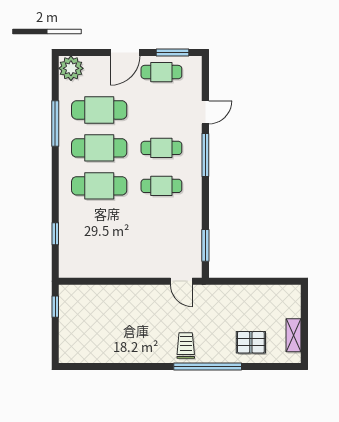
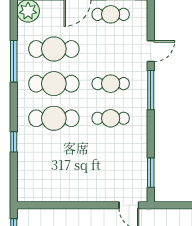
window: (55, 234) -> (14, 142), moved

